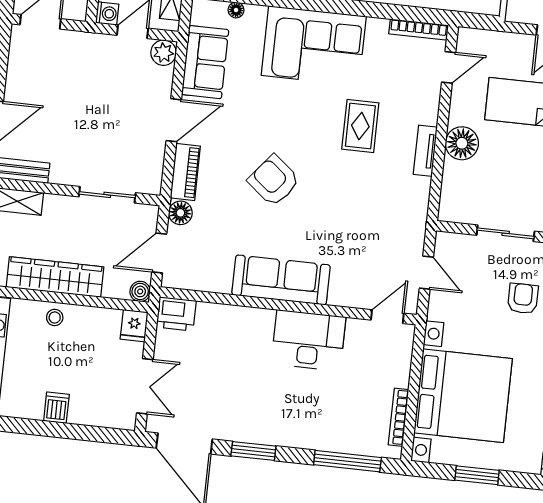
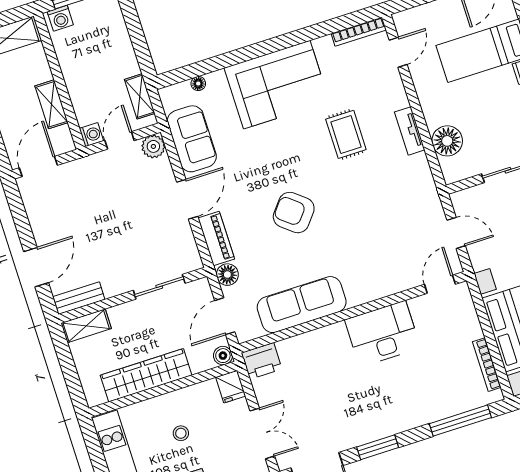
floor lamp: (462, 143) -> (447, 141), moved
sofa: (281, 280) -> (302, 305), moved
stool: (55, 317) -> (181, 433), moved

